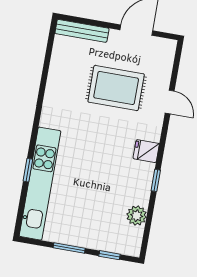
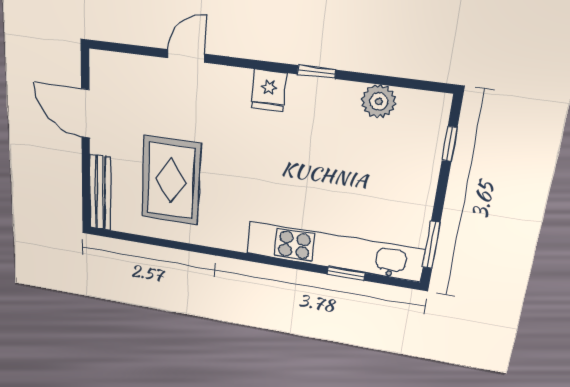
rug: (116, 88) -> (171, 181), moved
window: (28, 170) -> (346, 274), moved
window: (69, 248) -> (432, 245), moved

